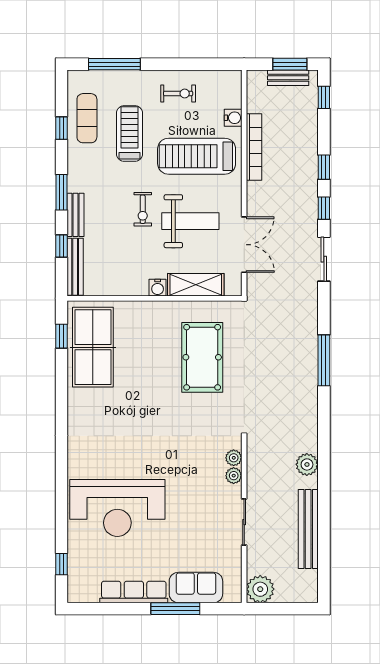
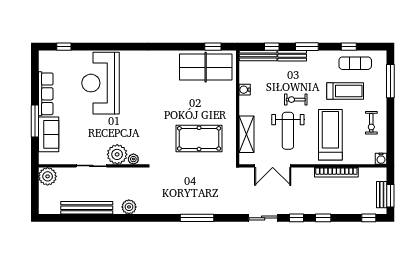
water cooler: (233, 118) -> (381, 159), moved
water cooler: (158, 288) -> (245, 90), moved
plant: (234, 476) -> (117, 154), width x1.87, depth x1.87

